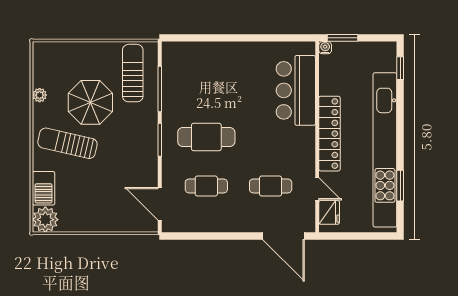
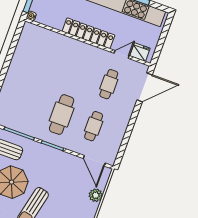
bar counter: (296, 90) -> (52, 45), removed
door: (160, 204) -> (94, 161), hinge flipped
plant: (114, 223) -> (96, 195), added

